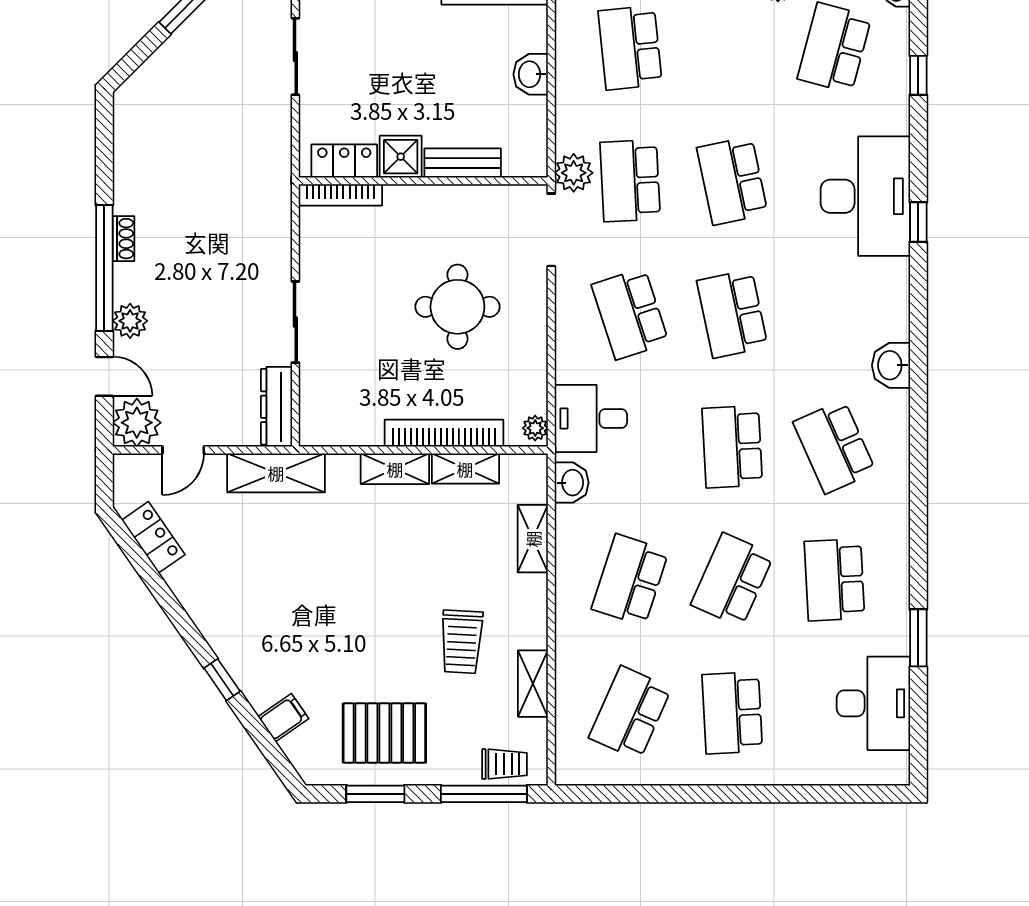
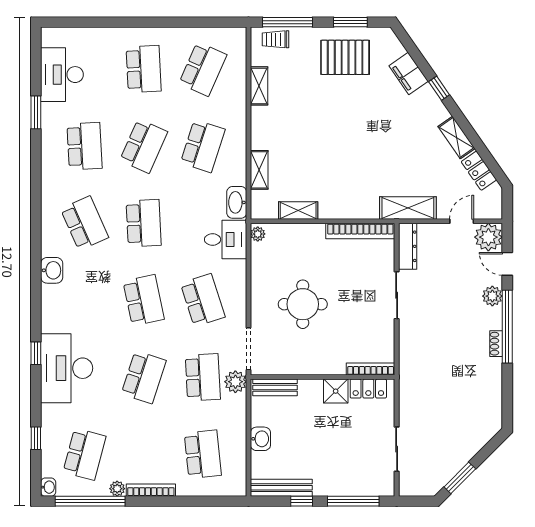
bench: (463, 163) -> (275, 387), moved
school desk: (732, 181) -> (144, 377), turned 30
bookcase: (444, 433) -> (360, 231), moved
shelving: (395, 469) -> (456, 137), moved, turned 55
washbasin: (572, 483) -> (237, 202), width x1.38
trolley: (462, 642) -> (300, 110), removed
filing cabinet: (283, 718) -> (409, 74), width x2.00

